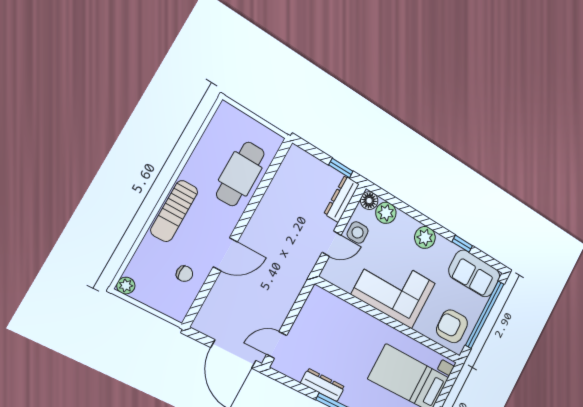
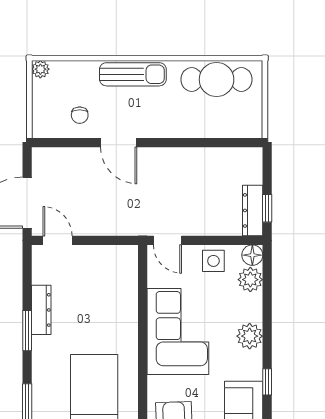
cafe table: (240, 174) -> (217, 79), moved
dresser: (342, 199) -> (253, 210), moved, turned -90
sun lounger: (174, 211) -> (133, 74), turned 180
door: (331, 244) -> (167, 240), moved

